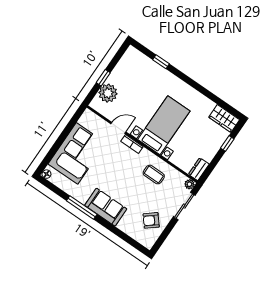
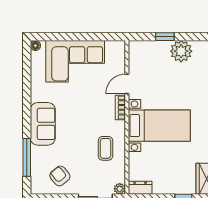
plant: (108, 93) -> (181, 51), moved
door: (118, 128) -> (127, 84), swing flipped
window: (82, 207) -> (27, 157), moved

